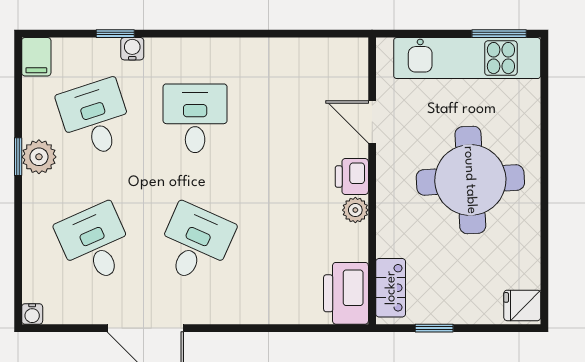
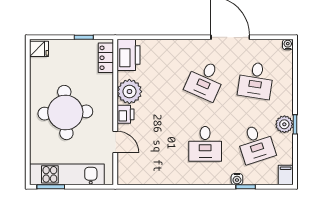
plant: (355, 210) -> (129, 92), width x1.87, depth x1.87
desk: (95, 243) -> (256, 80), turned 33

